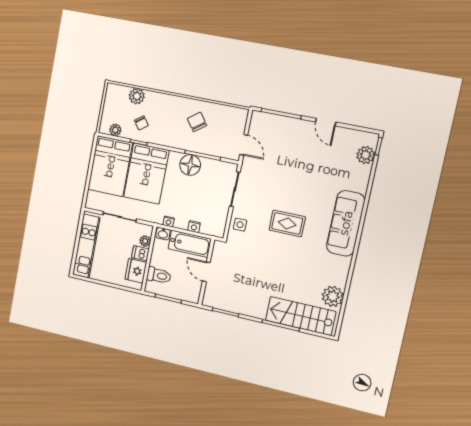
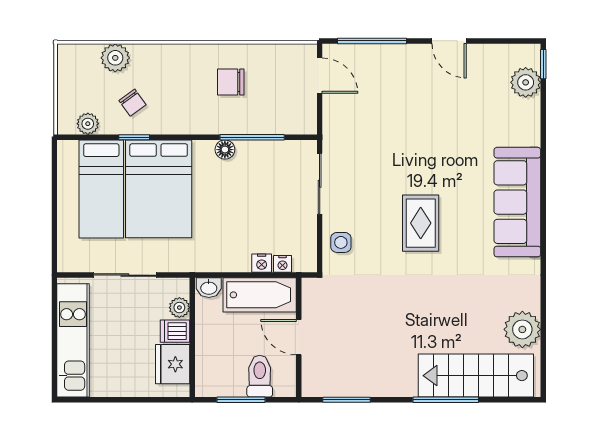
chair: (197, 122) -> (231, 82), turned -54
door: (244, 145) -> (320, 76), moved
floor lamp: (190, 165) -> (225, 150), width x0.53, depth x0.53
bed: (110, 166) -> (101, 189), width x0.67
nightstand: (169, 221) -> (283, 264), moved
rug: (287, 223) -> (421, 223), turned 90
toilet: (159, 275) -> (260, 376), moved, turned -90

